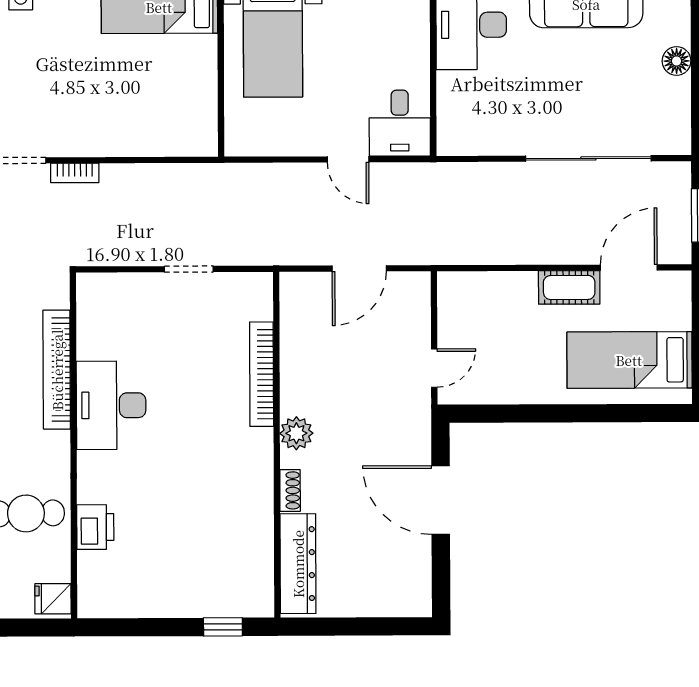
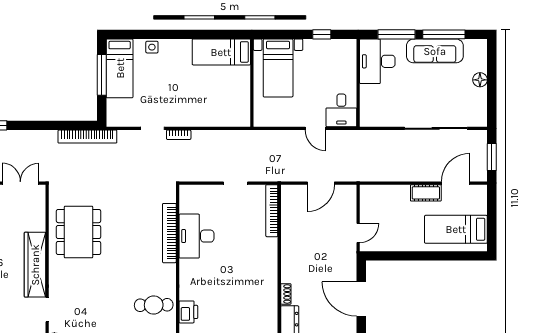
bookcase: (262, 374) -> (272, 211), moved
desk: (111, 405) -> (196, 236), moved
plant: (296, 433) -> (289, 265), removed

